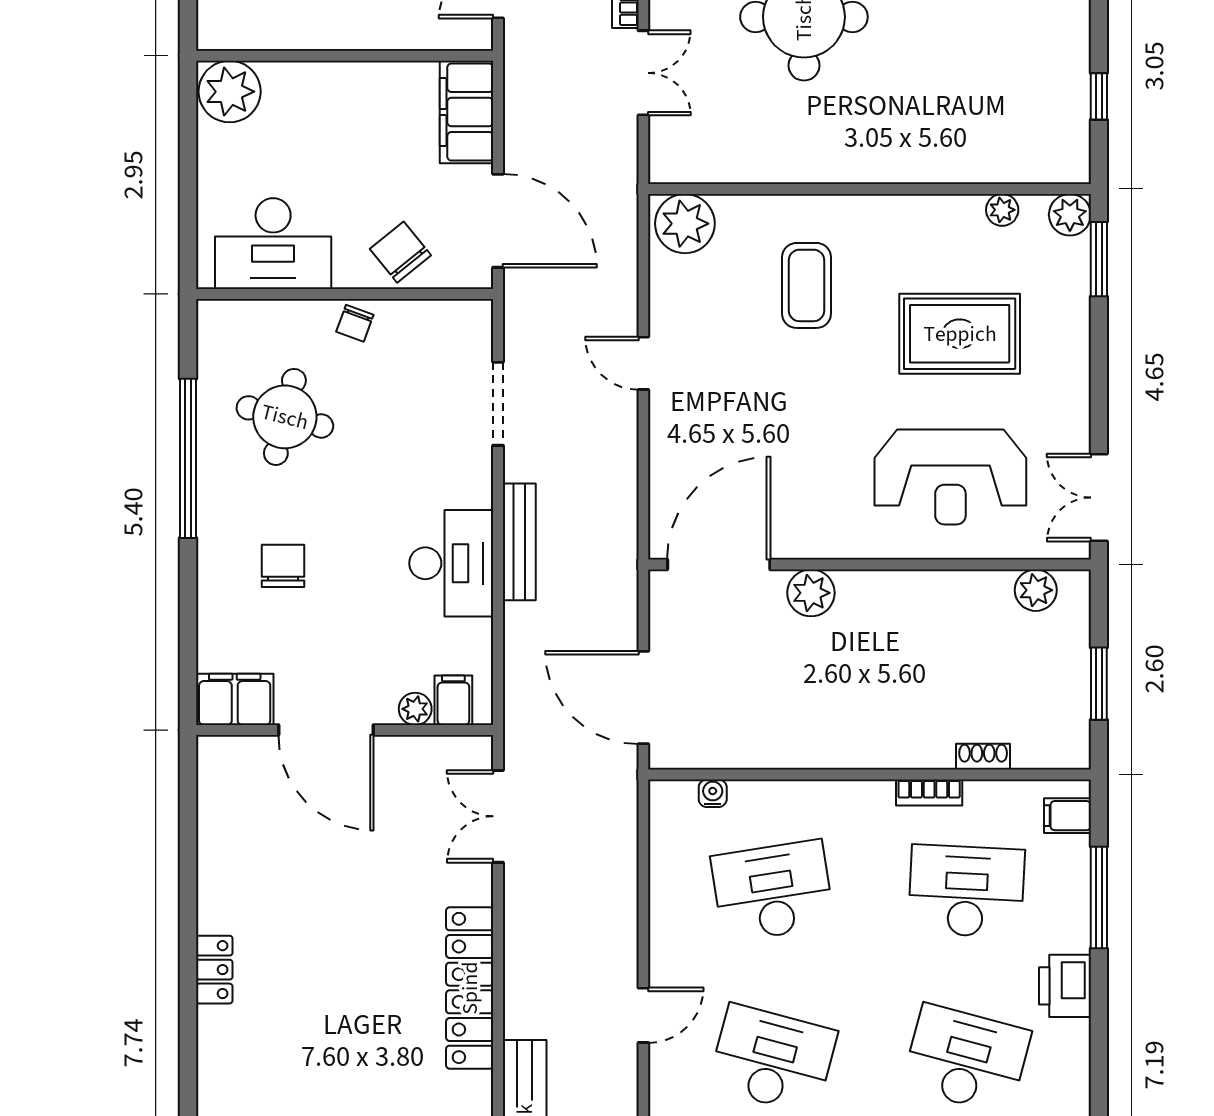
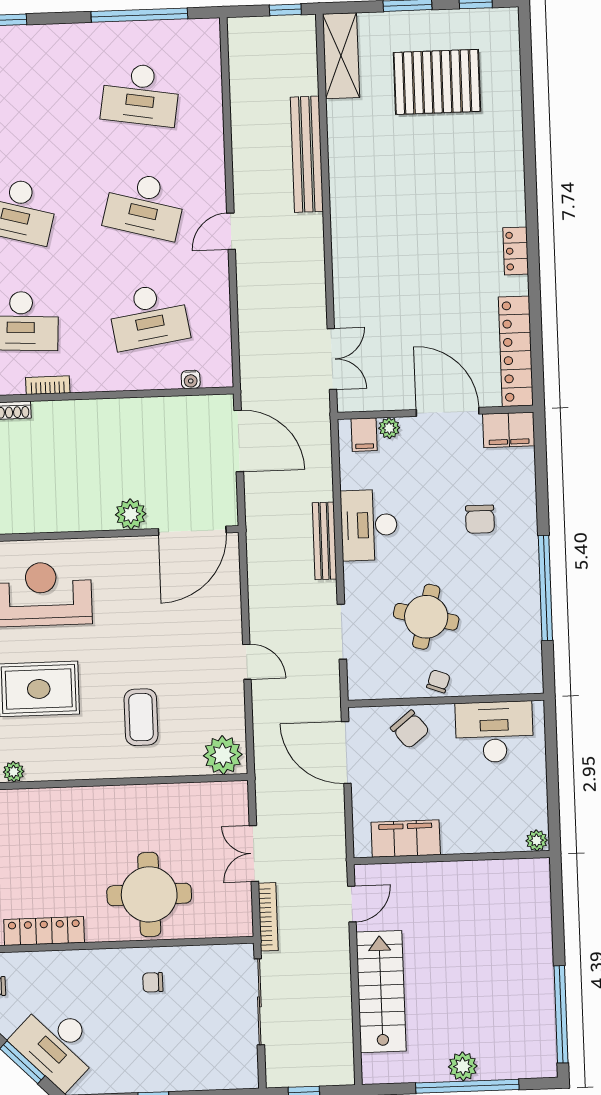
plant: (230, 92) -> (537, 840), width x0.53, depth x0.53
filing cabinet: (467, 112) -> (406, 839), moved, turned -90
round table: (285, 417) -> (426, 617), moved
locker: (470, 988) -> (516, 351), moved, turned 180

